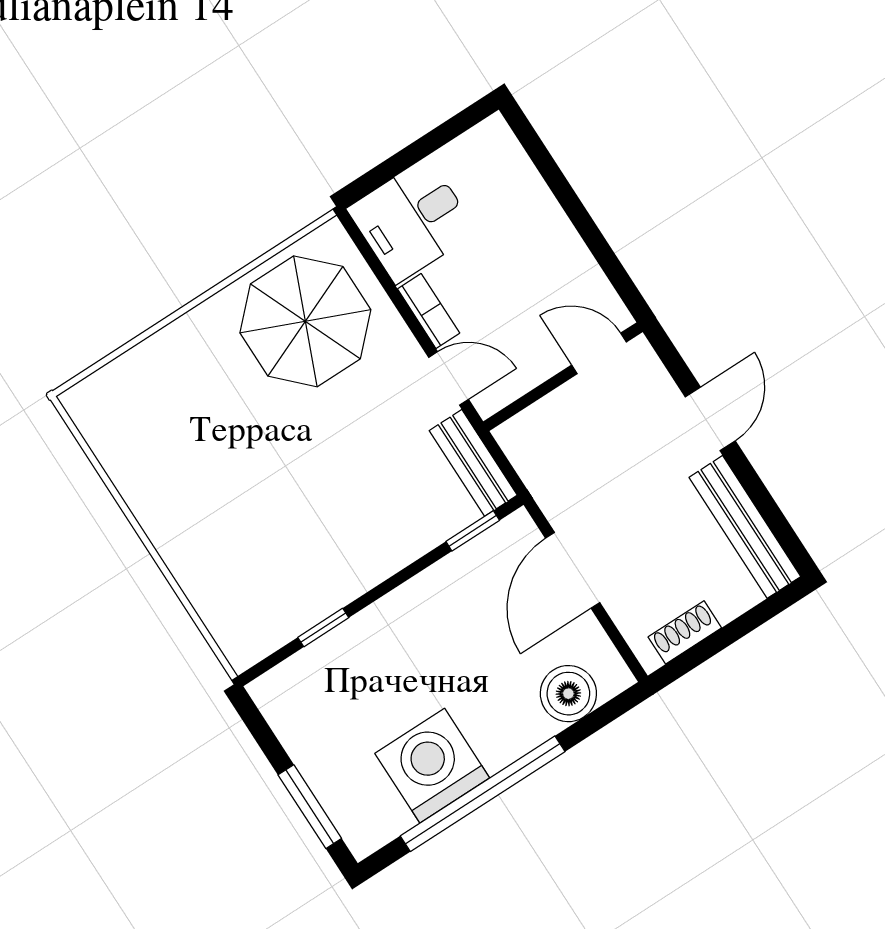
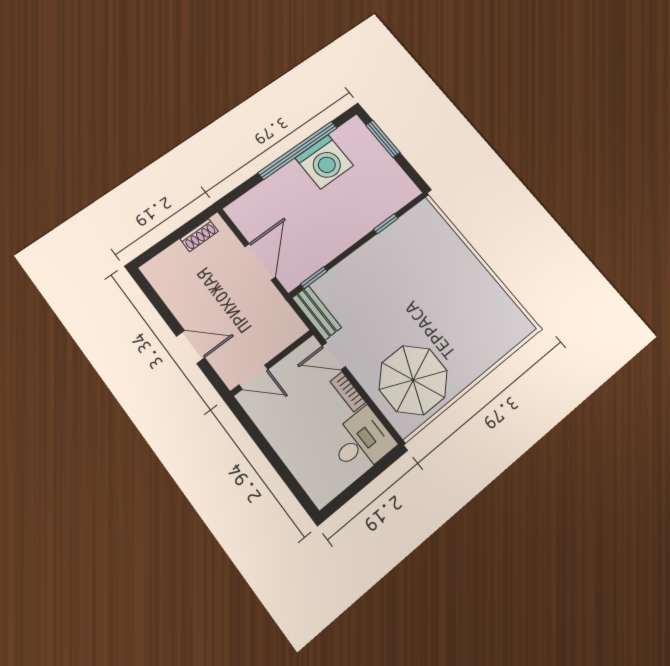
door: (710, 419) -> (191, 347), swing flipped
bench: (745, 527) -> (169, 291), removed
boiler: (568, 694) -> (258, 201), removed

